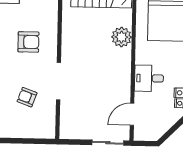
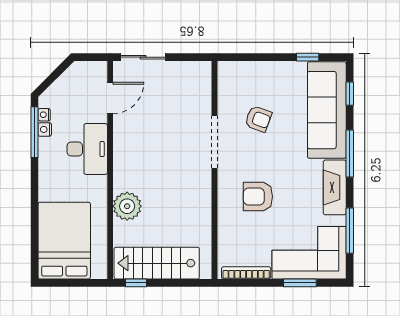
desk: (149, 78) -> (87, 149), width x1.37

